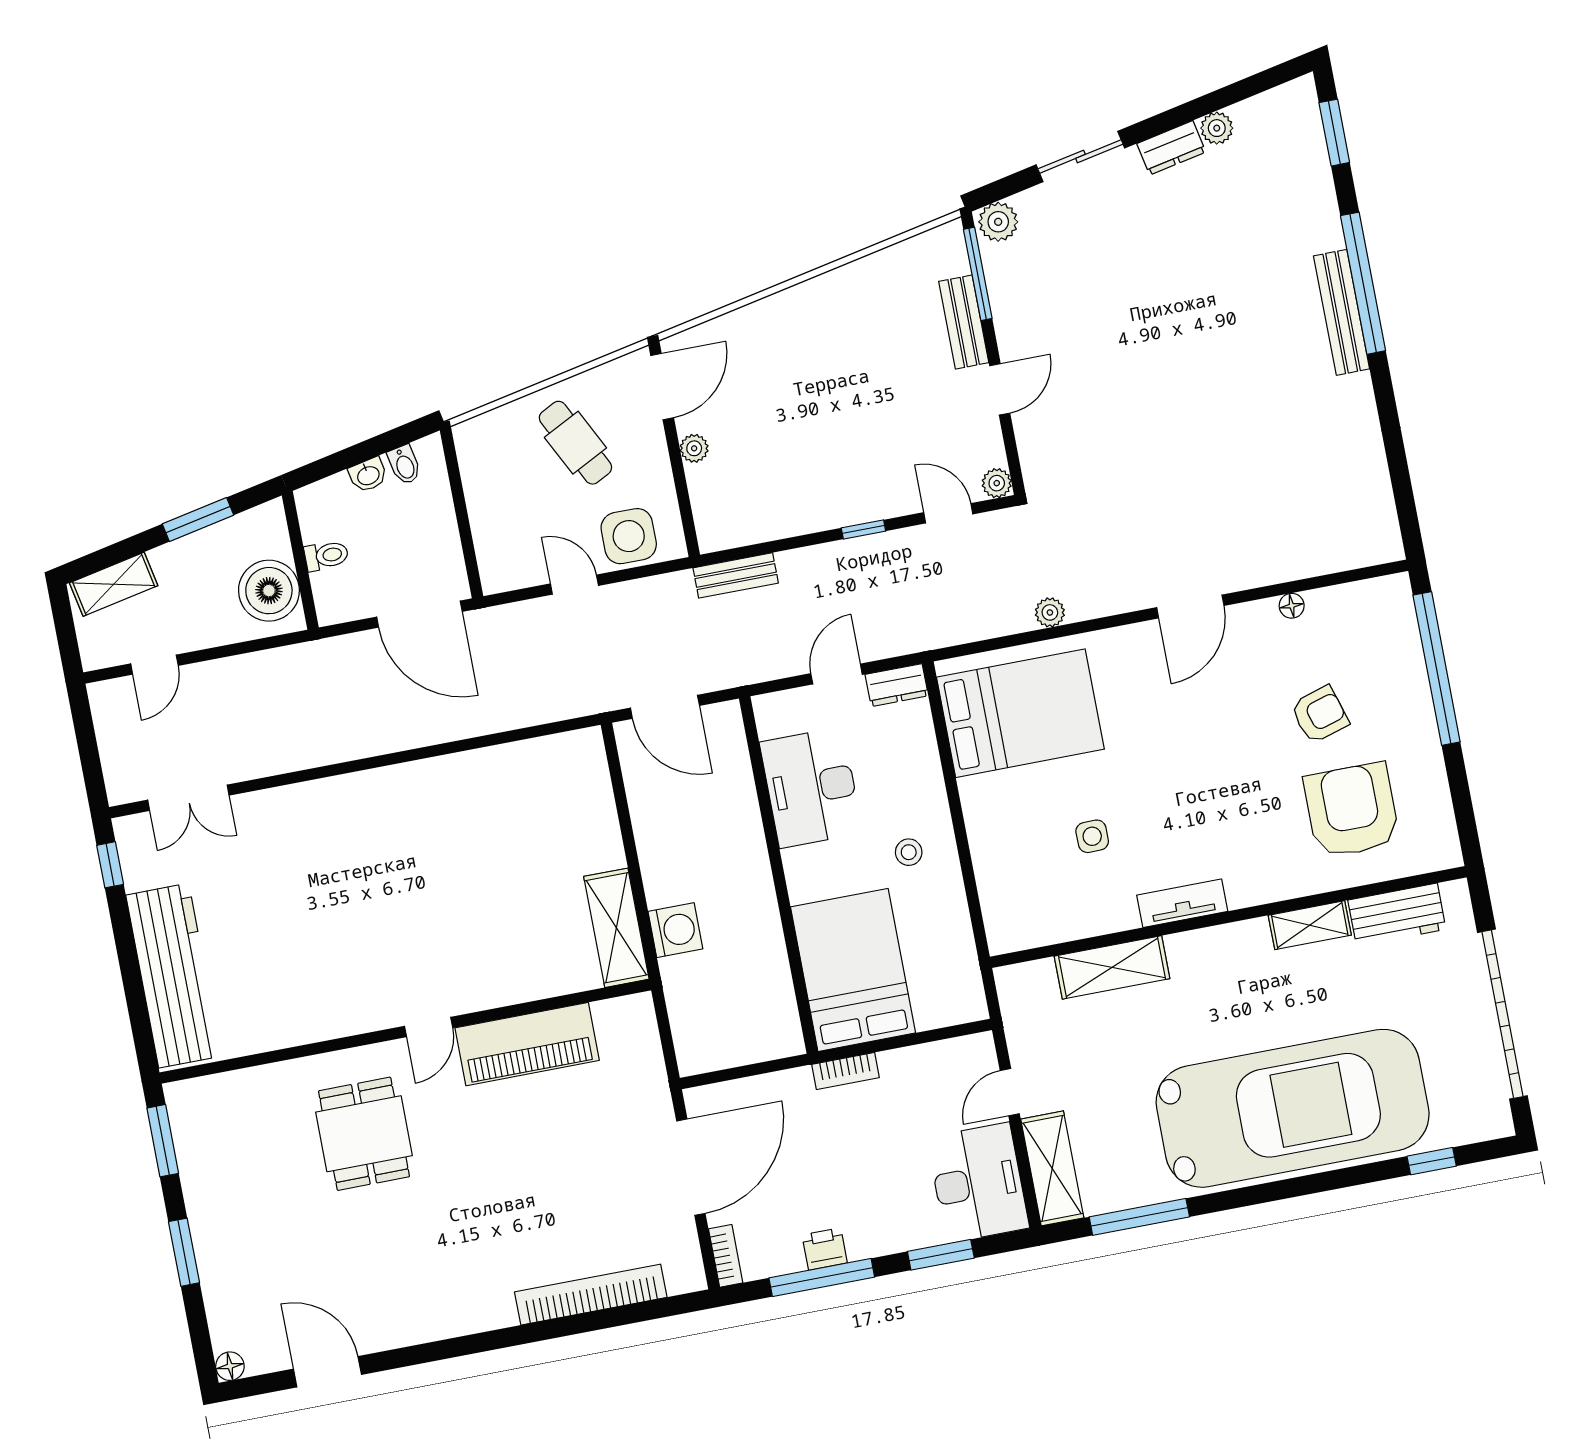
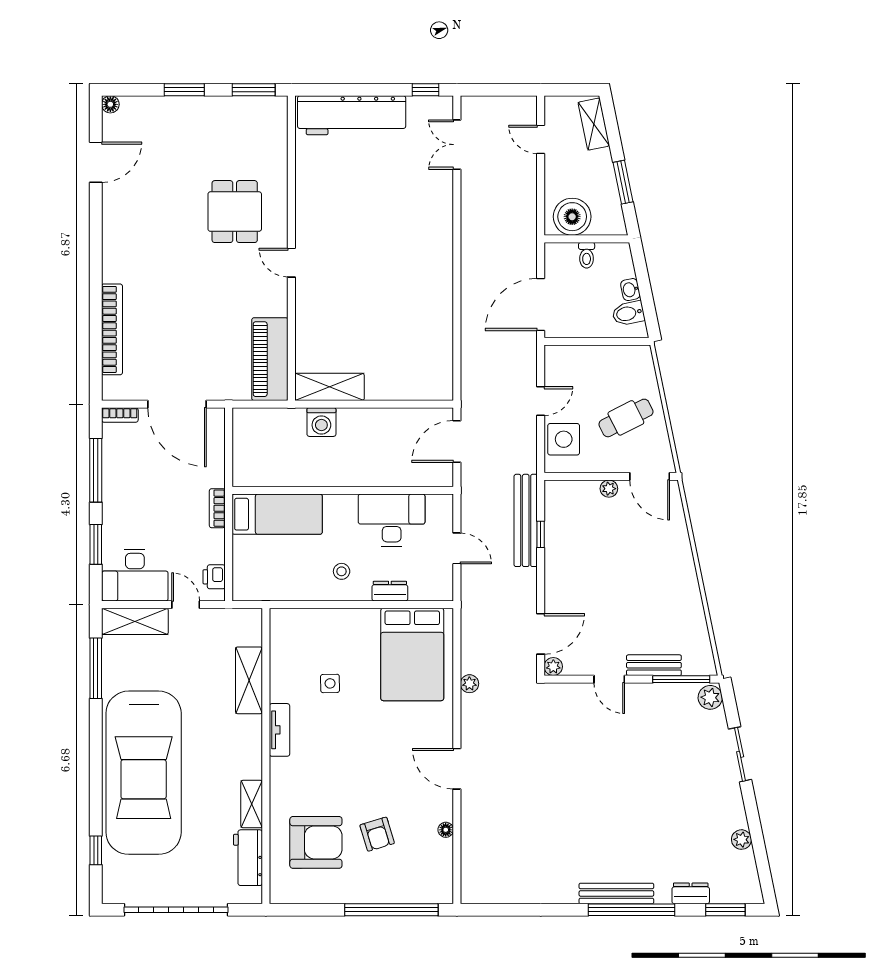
dresser: (1171, 148) -> (691, 893), moved, turned 102
bidet: (404, 465) -> (628, 313), width x1.38, depth x1.36
door: (948, 513) -> (541, 634), width x1.38
window: (863, 529) -> (541, 534), moved
bench: (736, 575) -> (526, 520), width x1.86, depth x1.21
dresser: (897, 685) -> (390, 591), moved, turned 90
bed: (853, 970) -> (277, 514), width x0.67
piano: (527, 1044) -> (270, 359), moved
dining table: (364, 1134) -> (235, 212), turned 90
printer: (825, 1249) -> (214, 577), moved, turned 180

